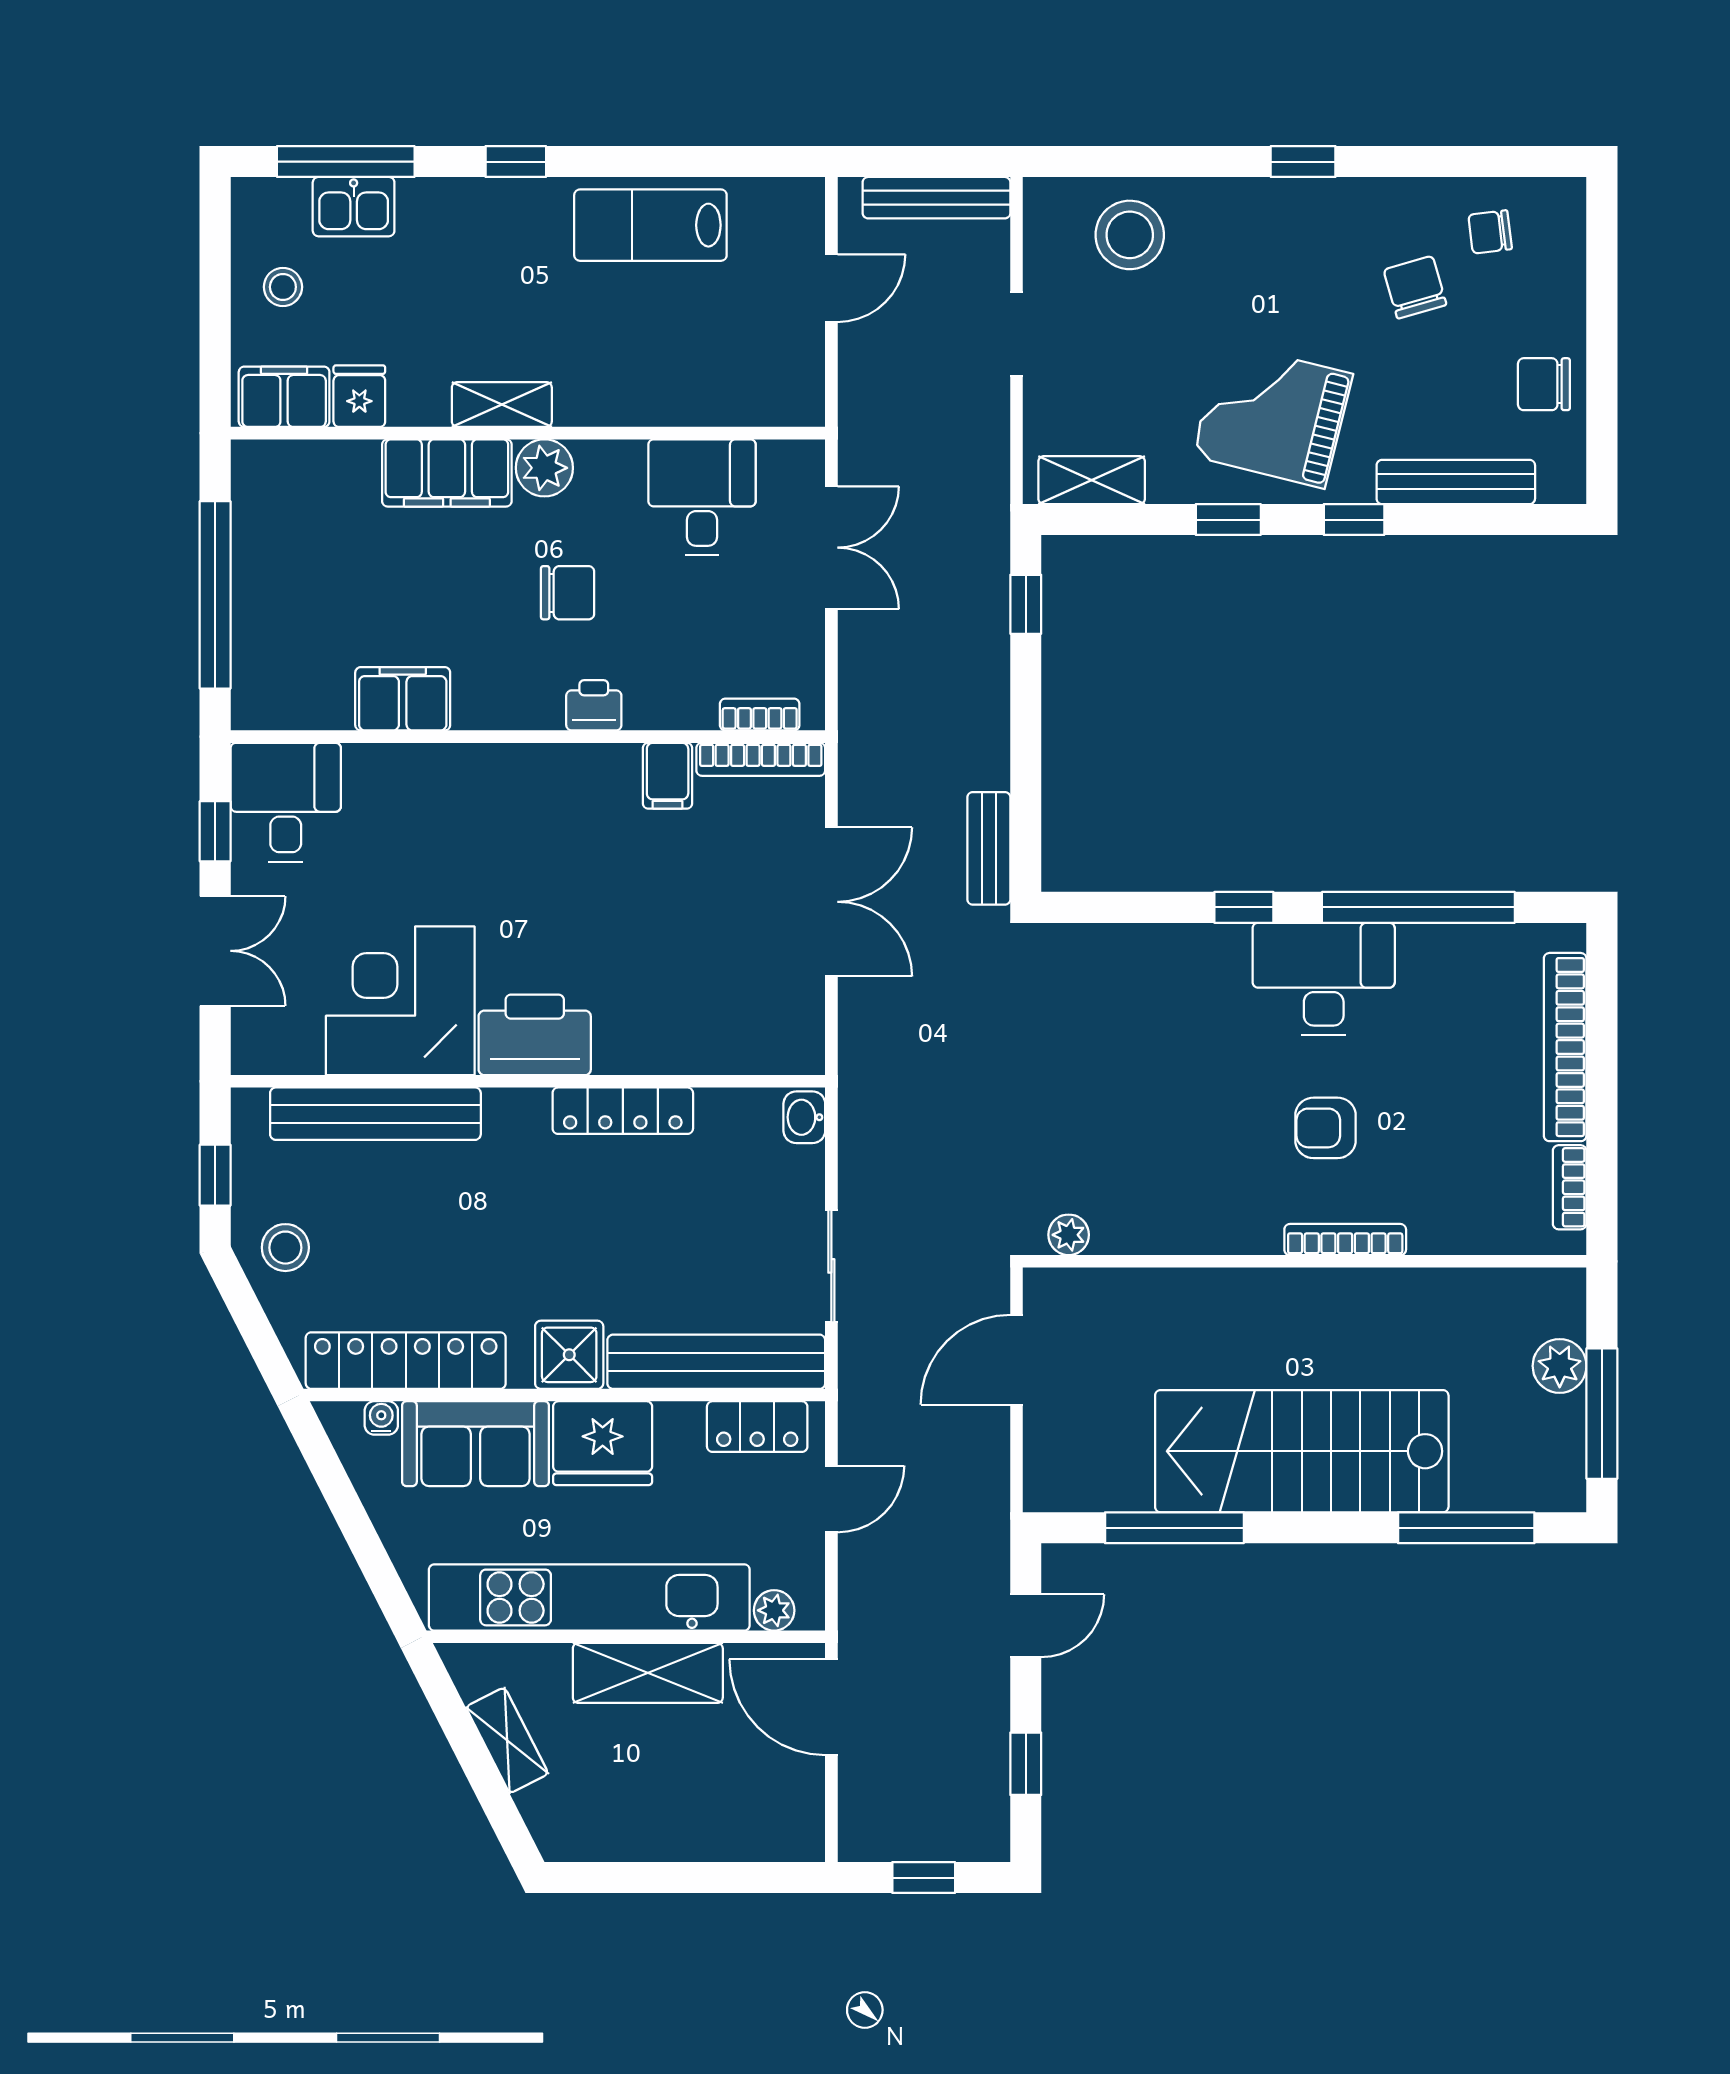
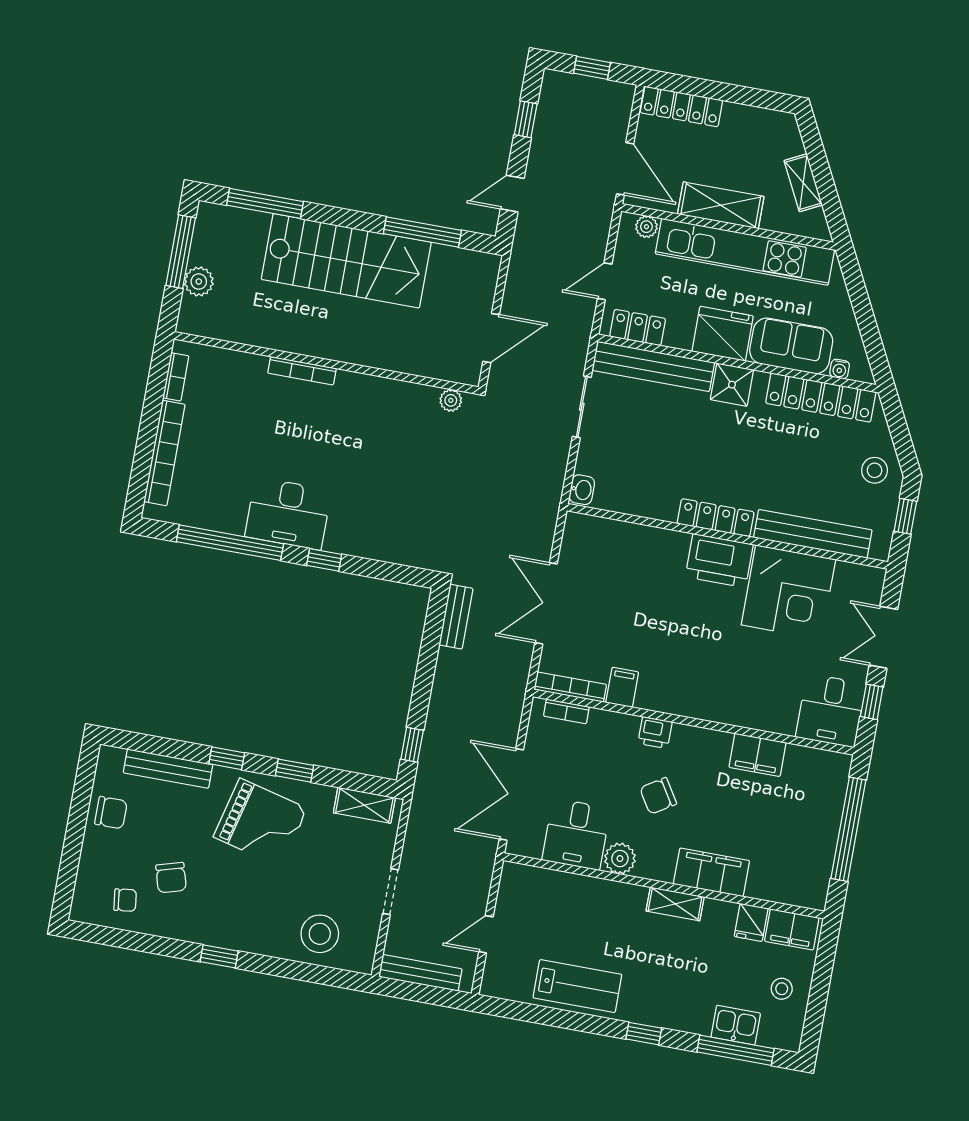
plant: (544, 468) -> (620, 859), moved
double door: (831, 548) -> (511, 794), width x1.37
chair: (568, 593) -> (658, 796), turned -32
locker: (623, 1111) -> (716, 518), moved
armchair: (1326, 1128) -> (302, 433), removed
locker: (751, 1837) -> (681, 106), added

